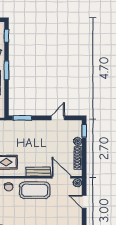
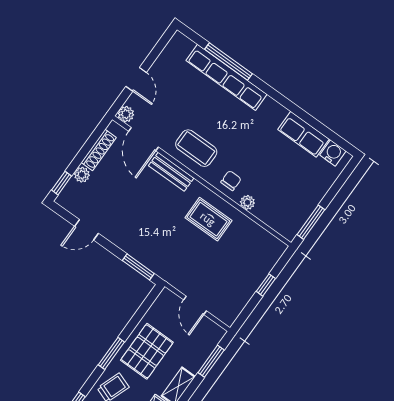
coffee table: (35, 190) -> (196, 148), width x0.73, depth x0.76

